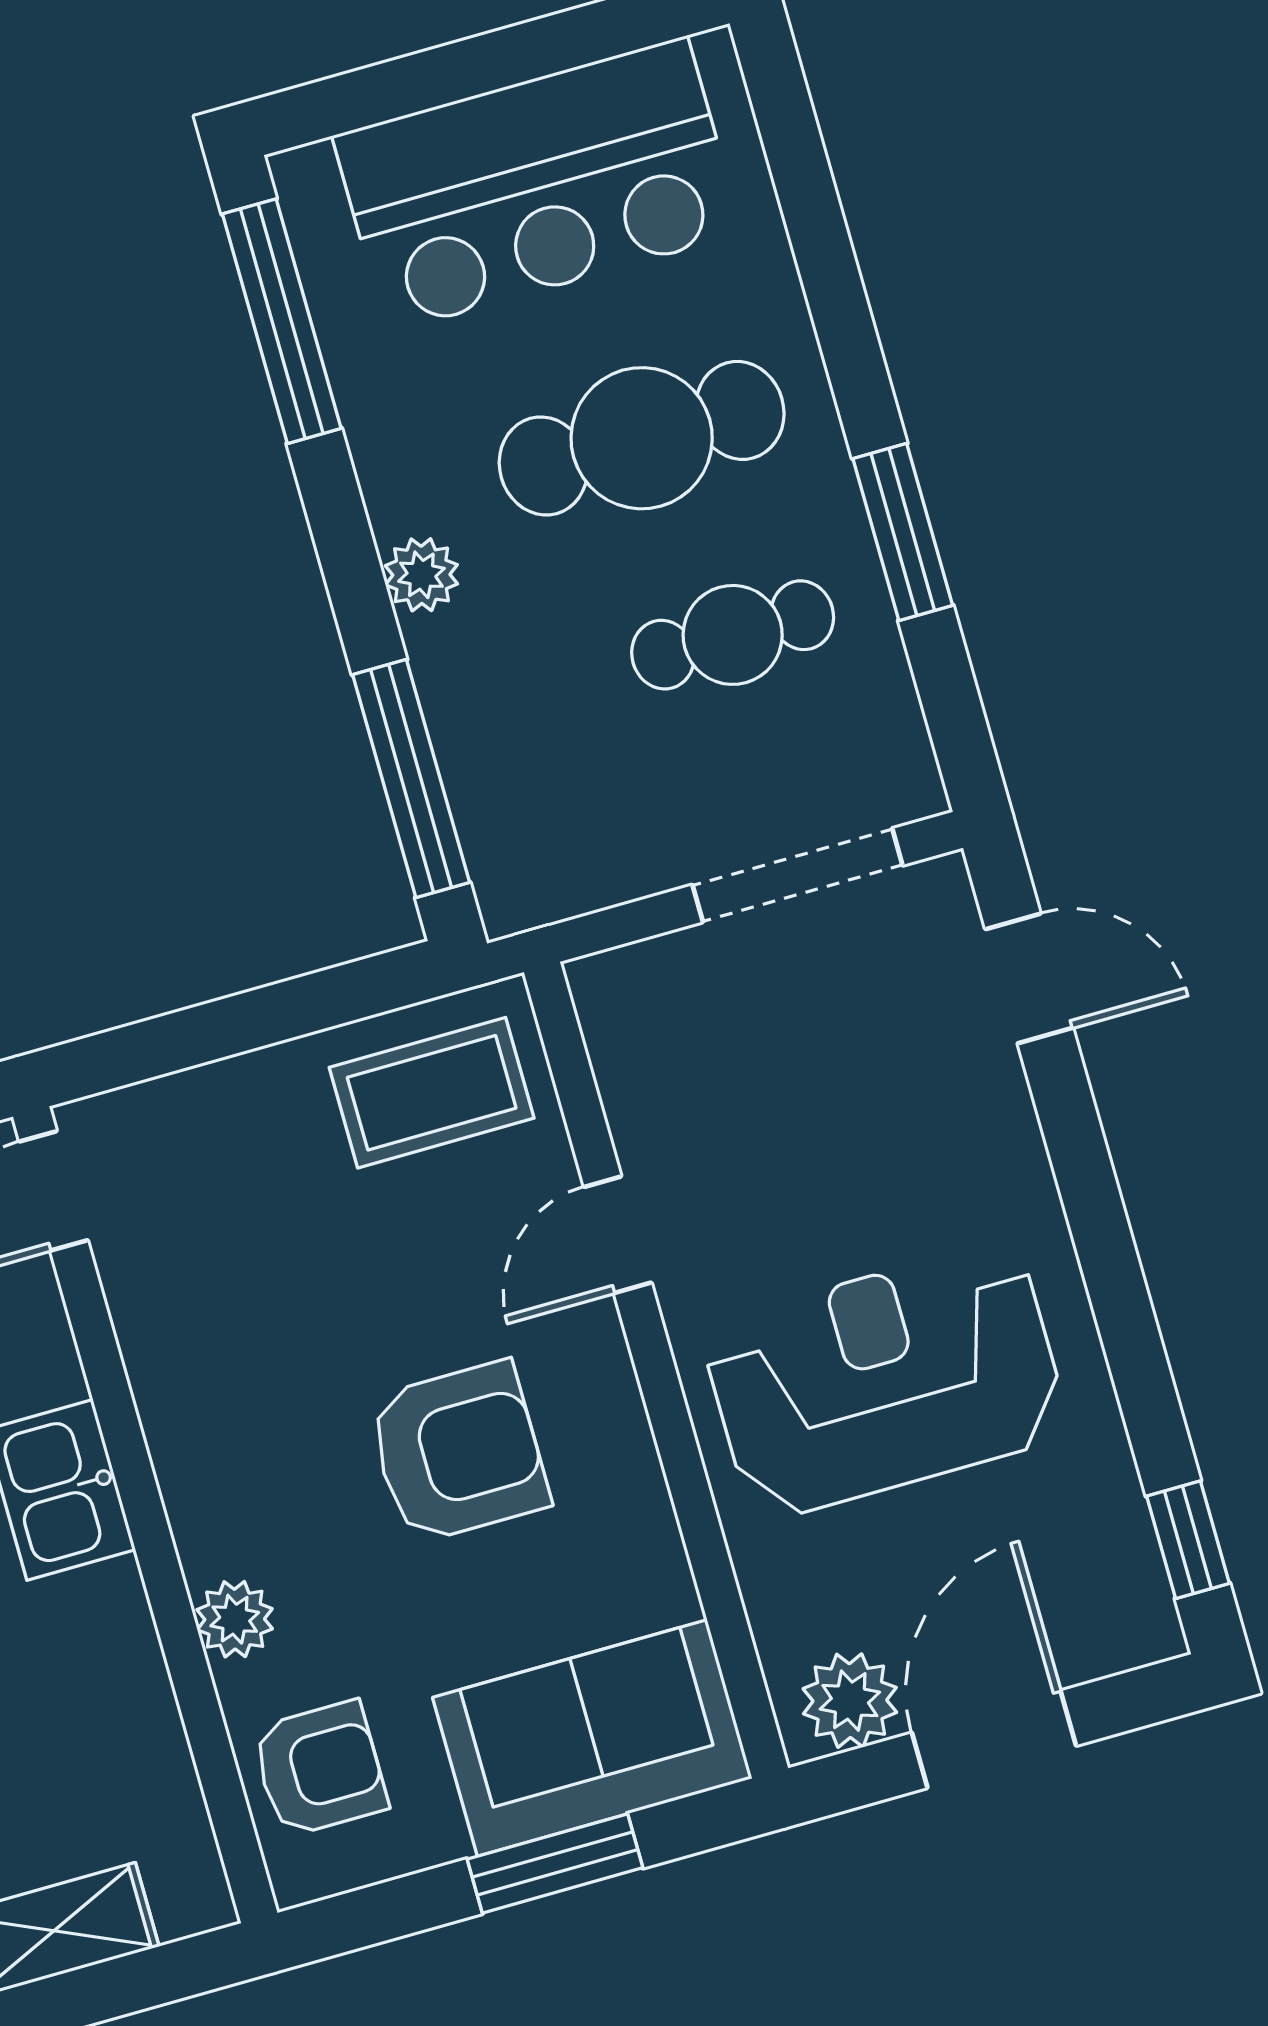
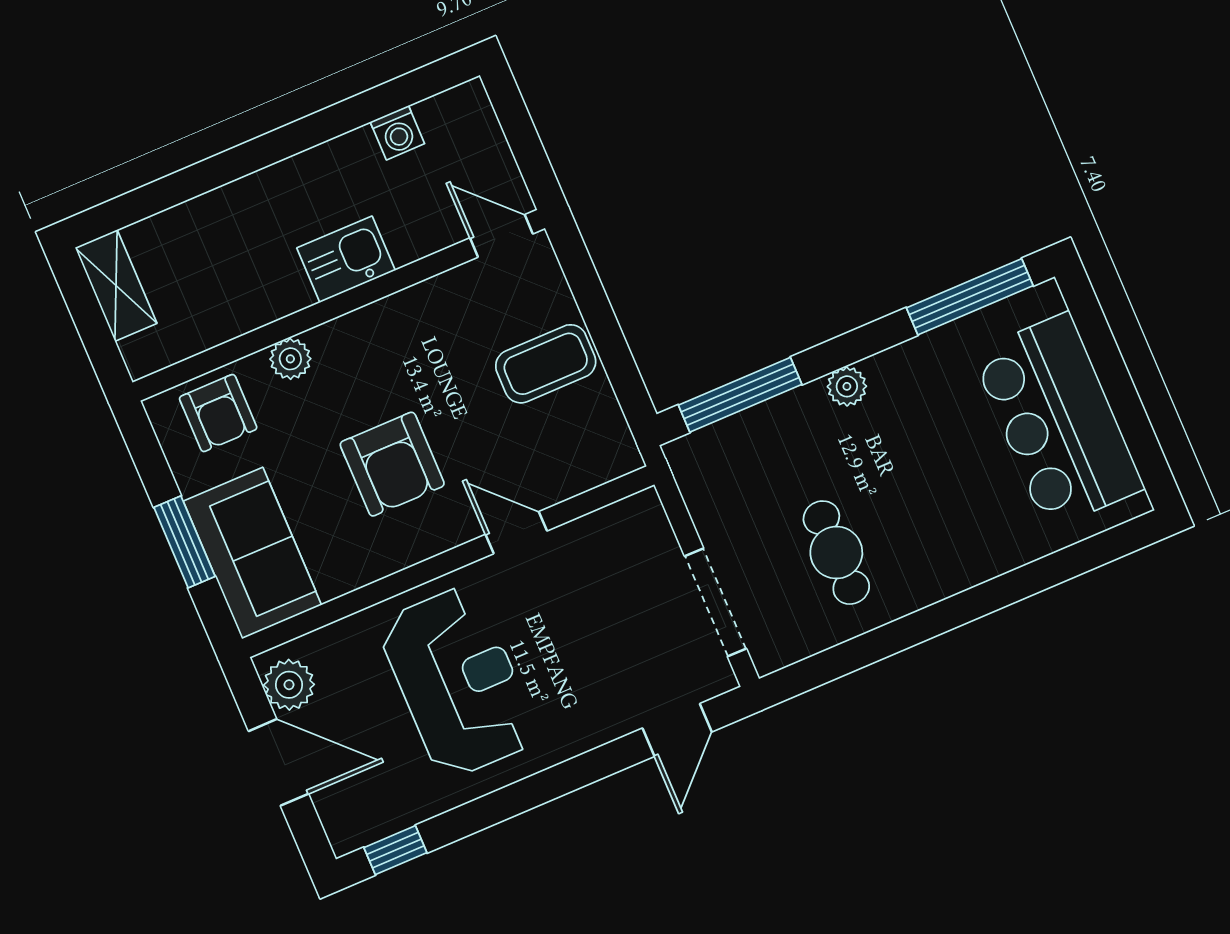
cafe table: (642, 438) -> (933, 492), removed
window: (903, 532) -> (901, 634), removed
coffee table: (432, 1093) -> (546, 364), moved, turned 90

